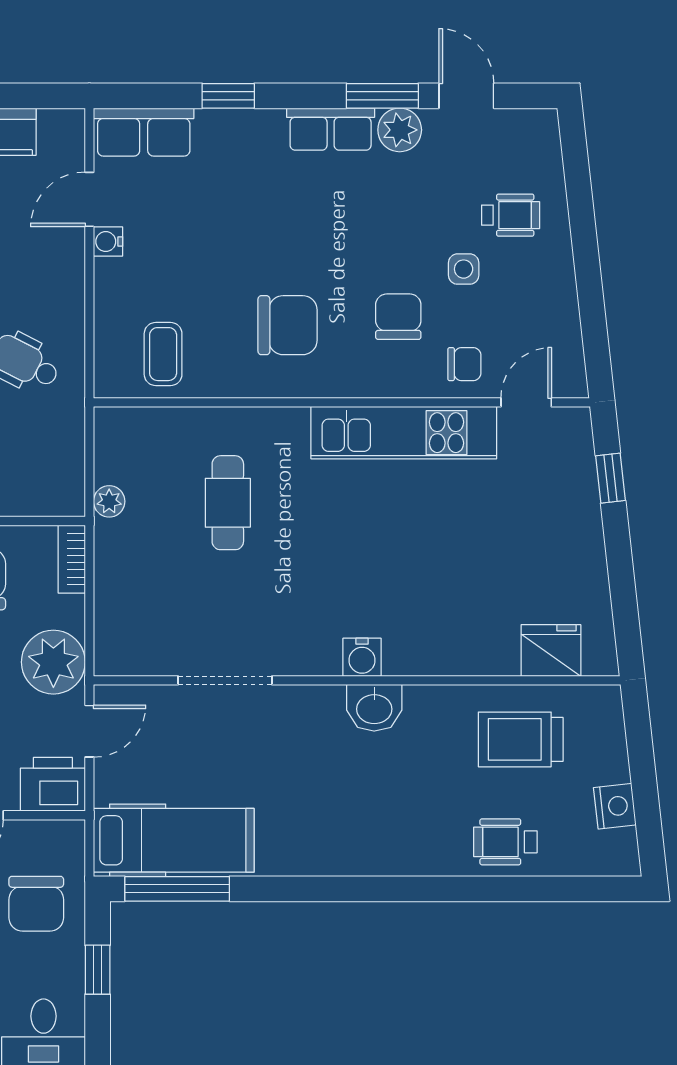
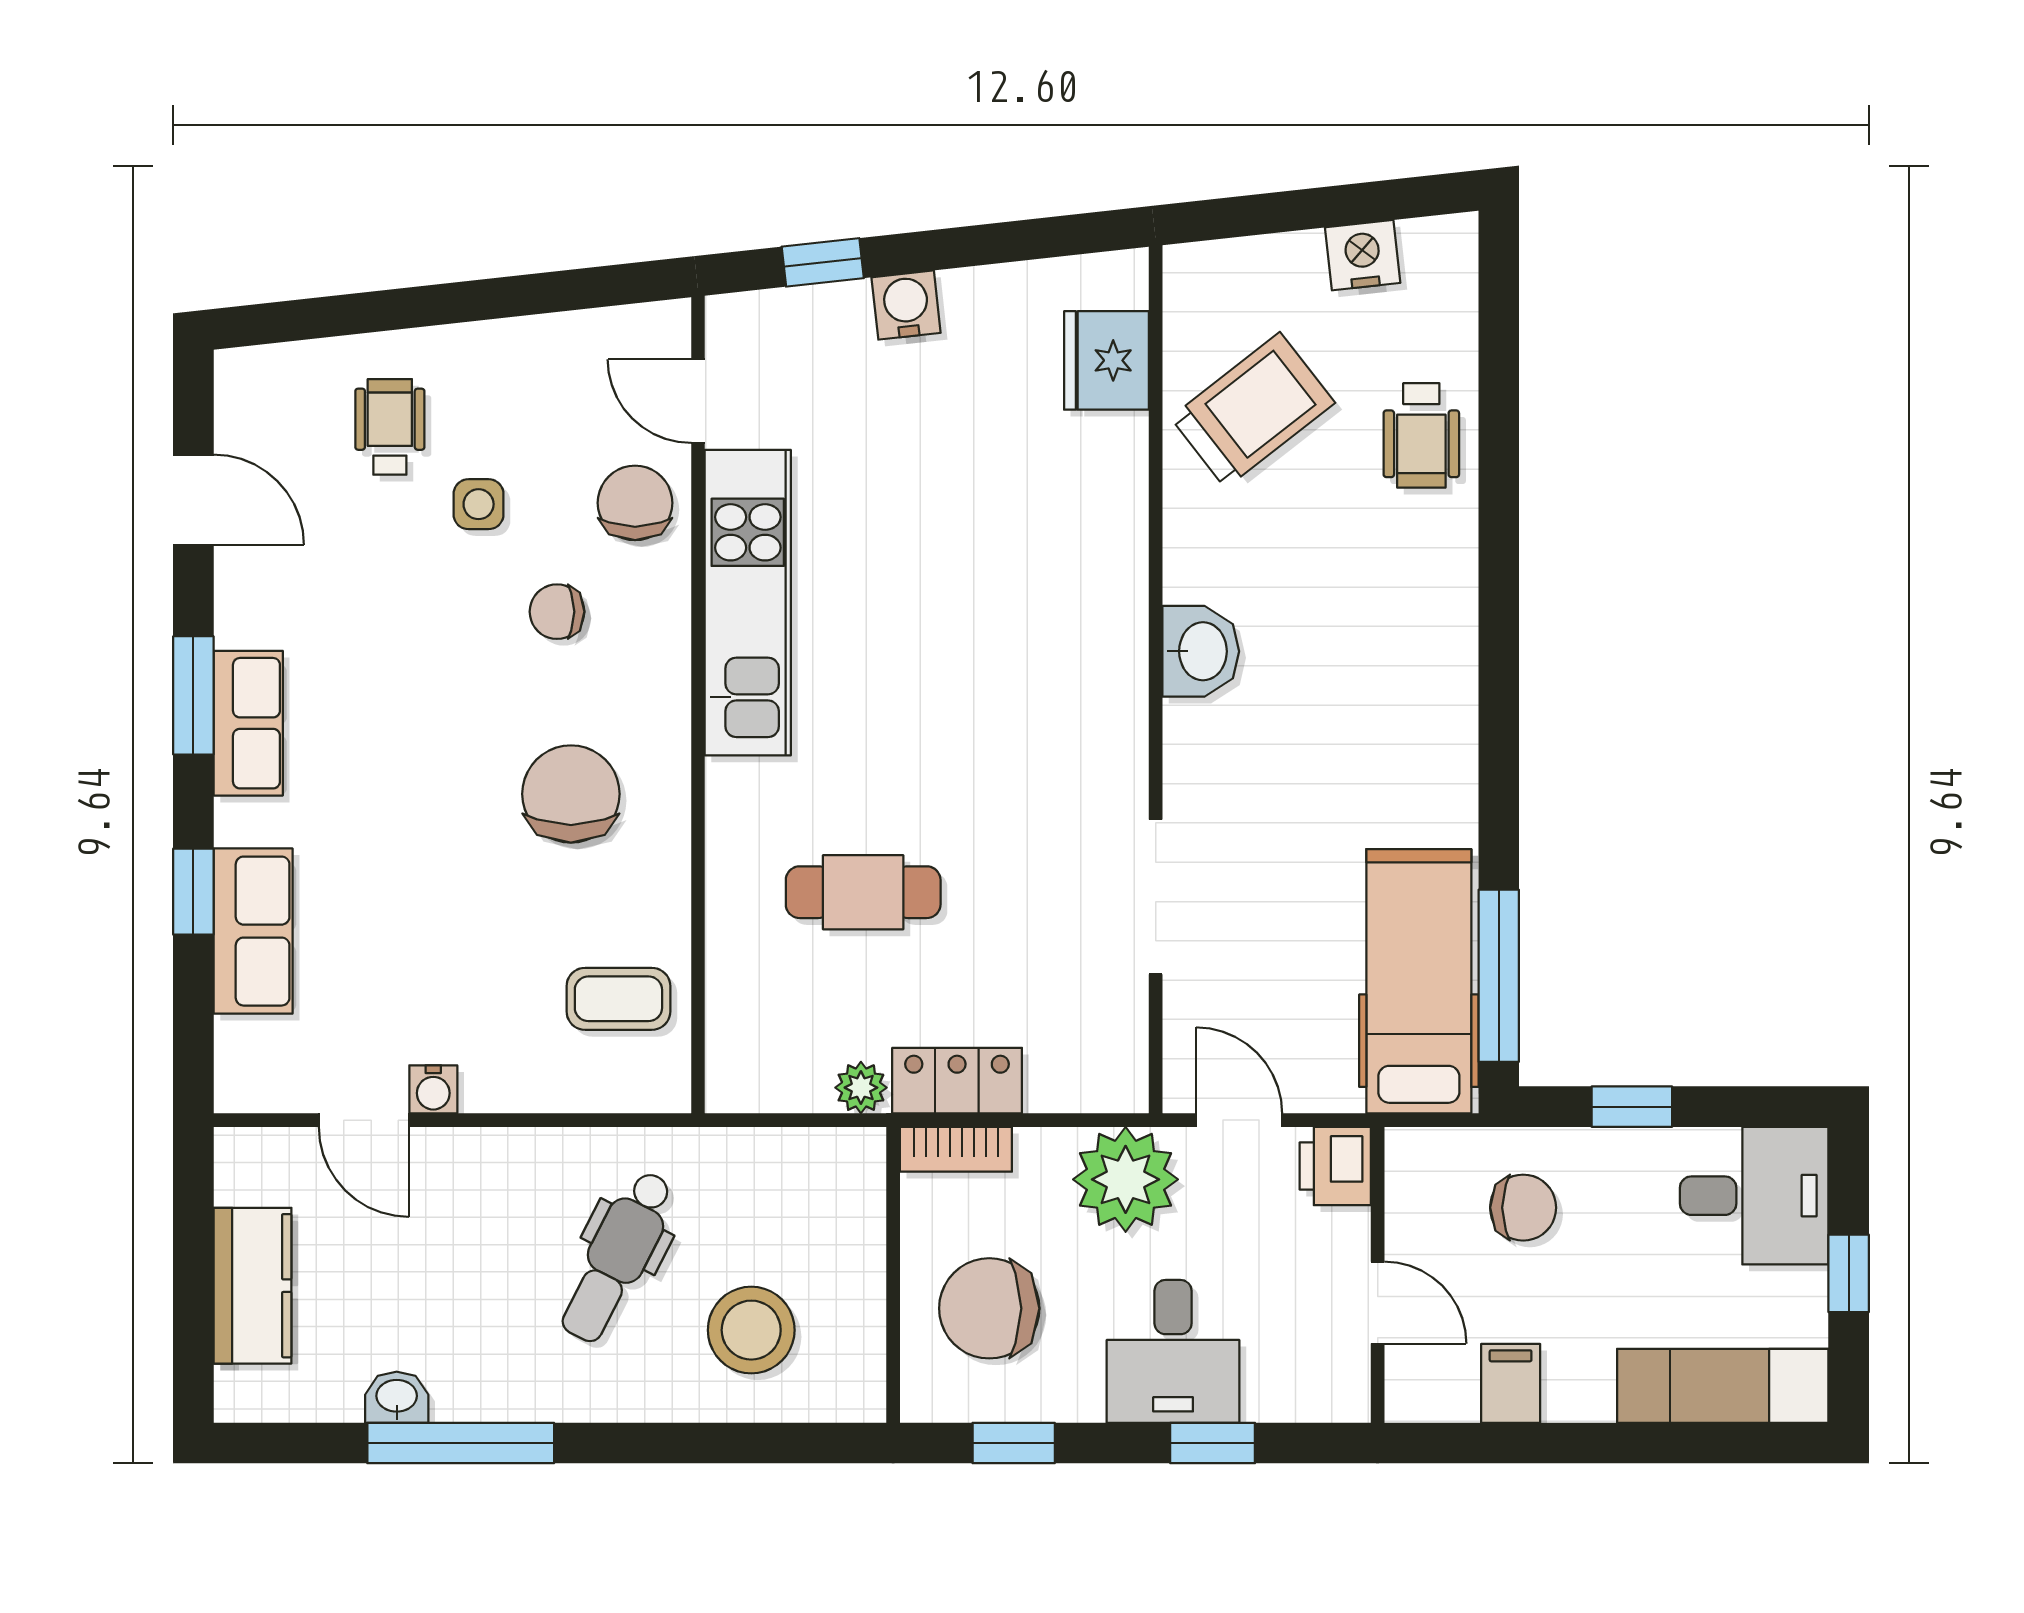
window: (382, 96) -> (193, 695), moved
door: (466, 96) -> (193, 500), swing flipped
plant: (400, 130) -> (250, 609), removed
row of seats: (144, 132) -> (253, 931), moved
chair: (398, 317) -> (557, 612), width x0.73, depth x0.73
chair: (464, 364) -> (635, 503), width x1.37, depth x1.37
locker: (113, 560) -> (957, 1081), added
water cooler: (362, 657) -> (906, 305), moved, turned -96
trolley: (521, 739) -> (1253, 410), turned -128
printer: (53, 784) -> (1335, 1166), width x0.73, depth x0.81
chair: (36, 904) -> (1523, 1208), width x0.73, depth x0.73

